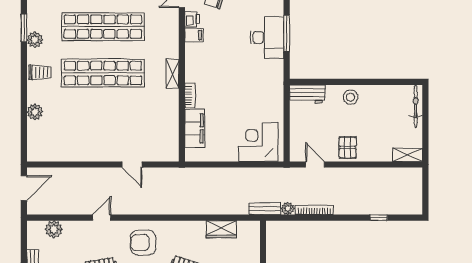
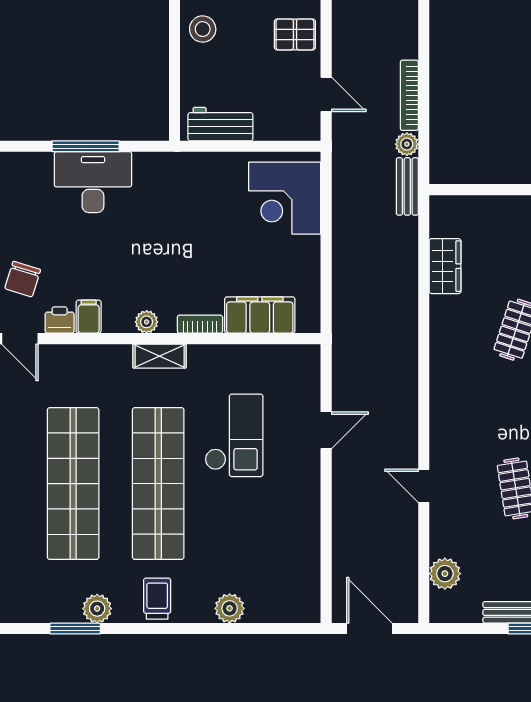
plant: (191, 67) -> (147, 322), added
workbench: (307, 94) -> (220, 124), moved, turned -90
checkout: (129, 114) -> (234, 435), added
door: (315, 165) -> (326, 94), swing flipped
armchair: (143, 243) -> (470, 410), removed

